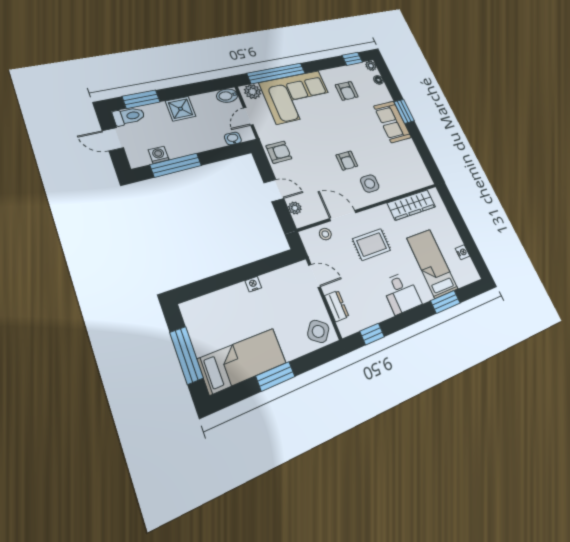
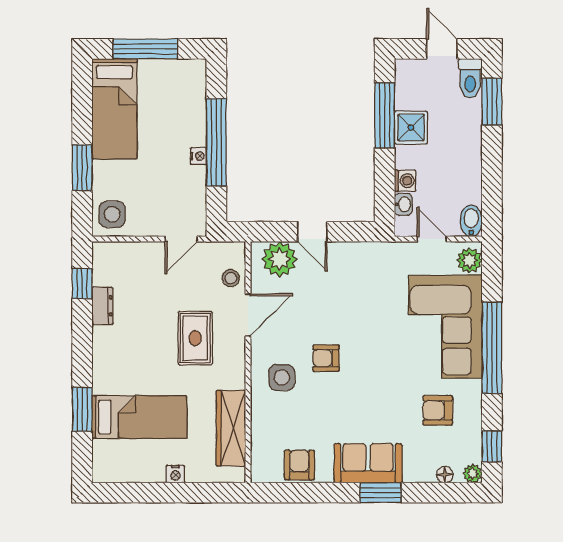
window: (276, 73) -> (492, 348), moved
shower: (181, 109) -> (411, 128), moved
door: (113, 139) -> (442, 49), hinge flipped
armchair: (279, 152) -> (299, 465), moved, turned 180
washing machine: (159, 155) -> (405, 181), moved
door: (274, 191) -> (312, 232), hinge flipped
plant: (295, 208) -> (280, 259), width x1.87, depth x1.87
nightstand: (463, 252) -> (175, 474), moved
window: (239, 275) -> (216, 143), added
desk: (401, 293) -> (117, 350), removed
dresser: (337, 306) -> (102, 306), moved, turned -90
side table: (318, 331) -> (112, 214), turned -37
window: (275, 376) -> (82, 168), moved

